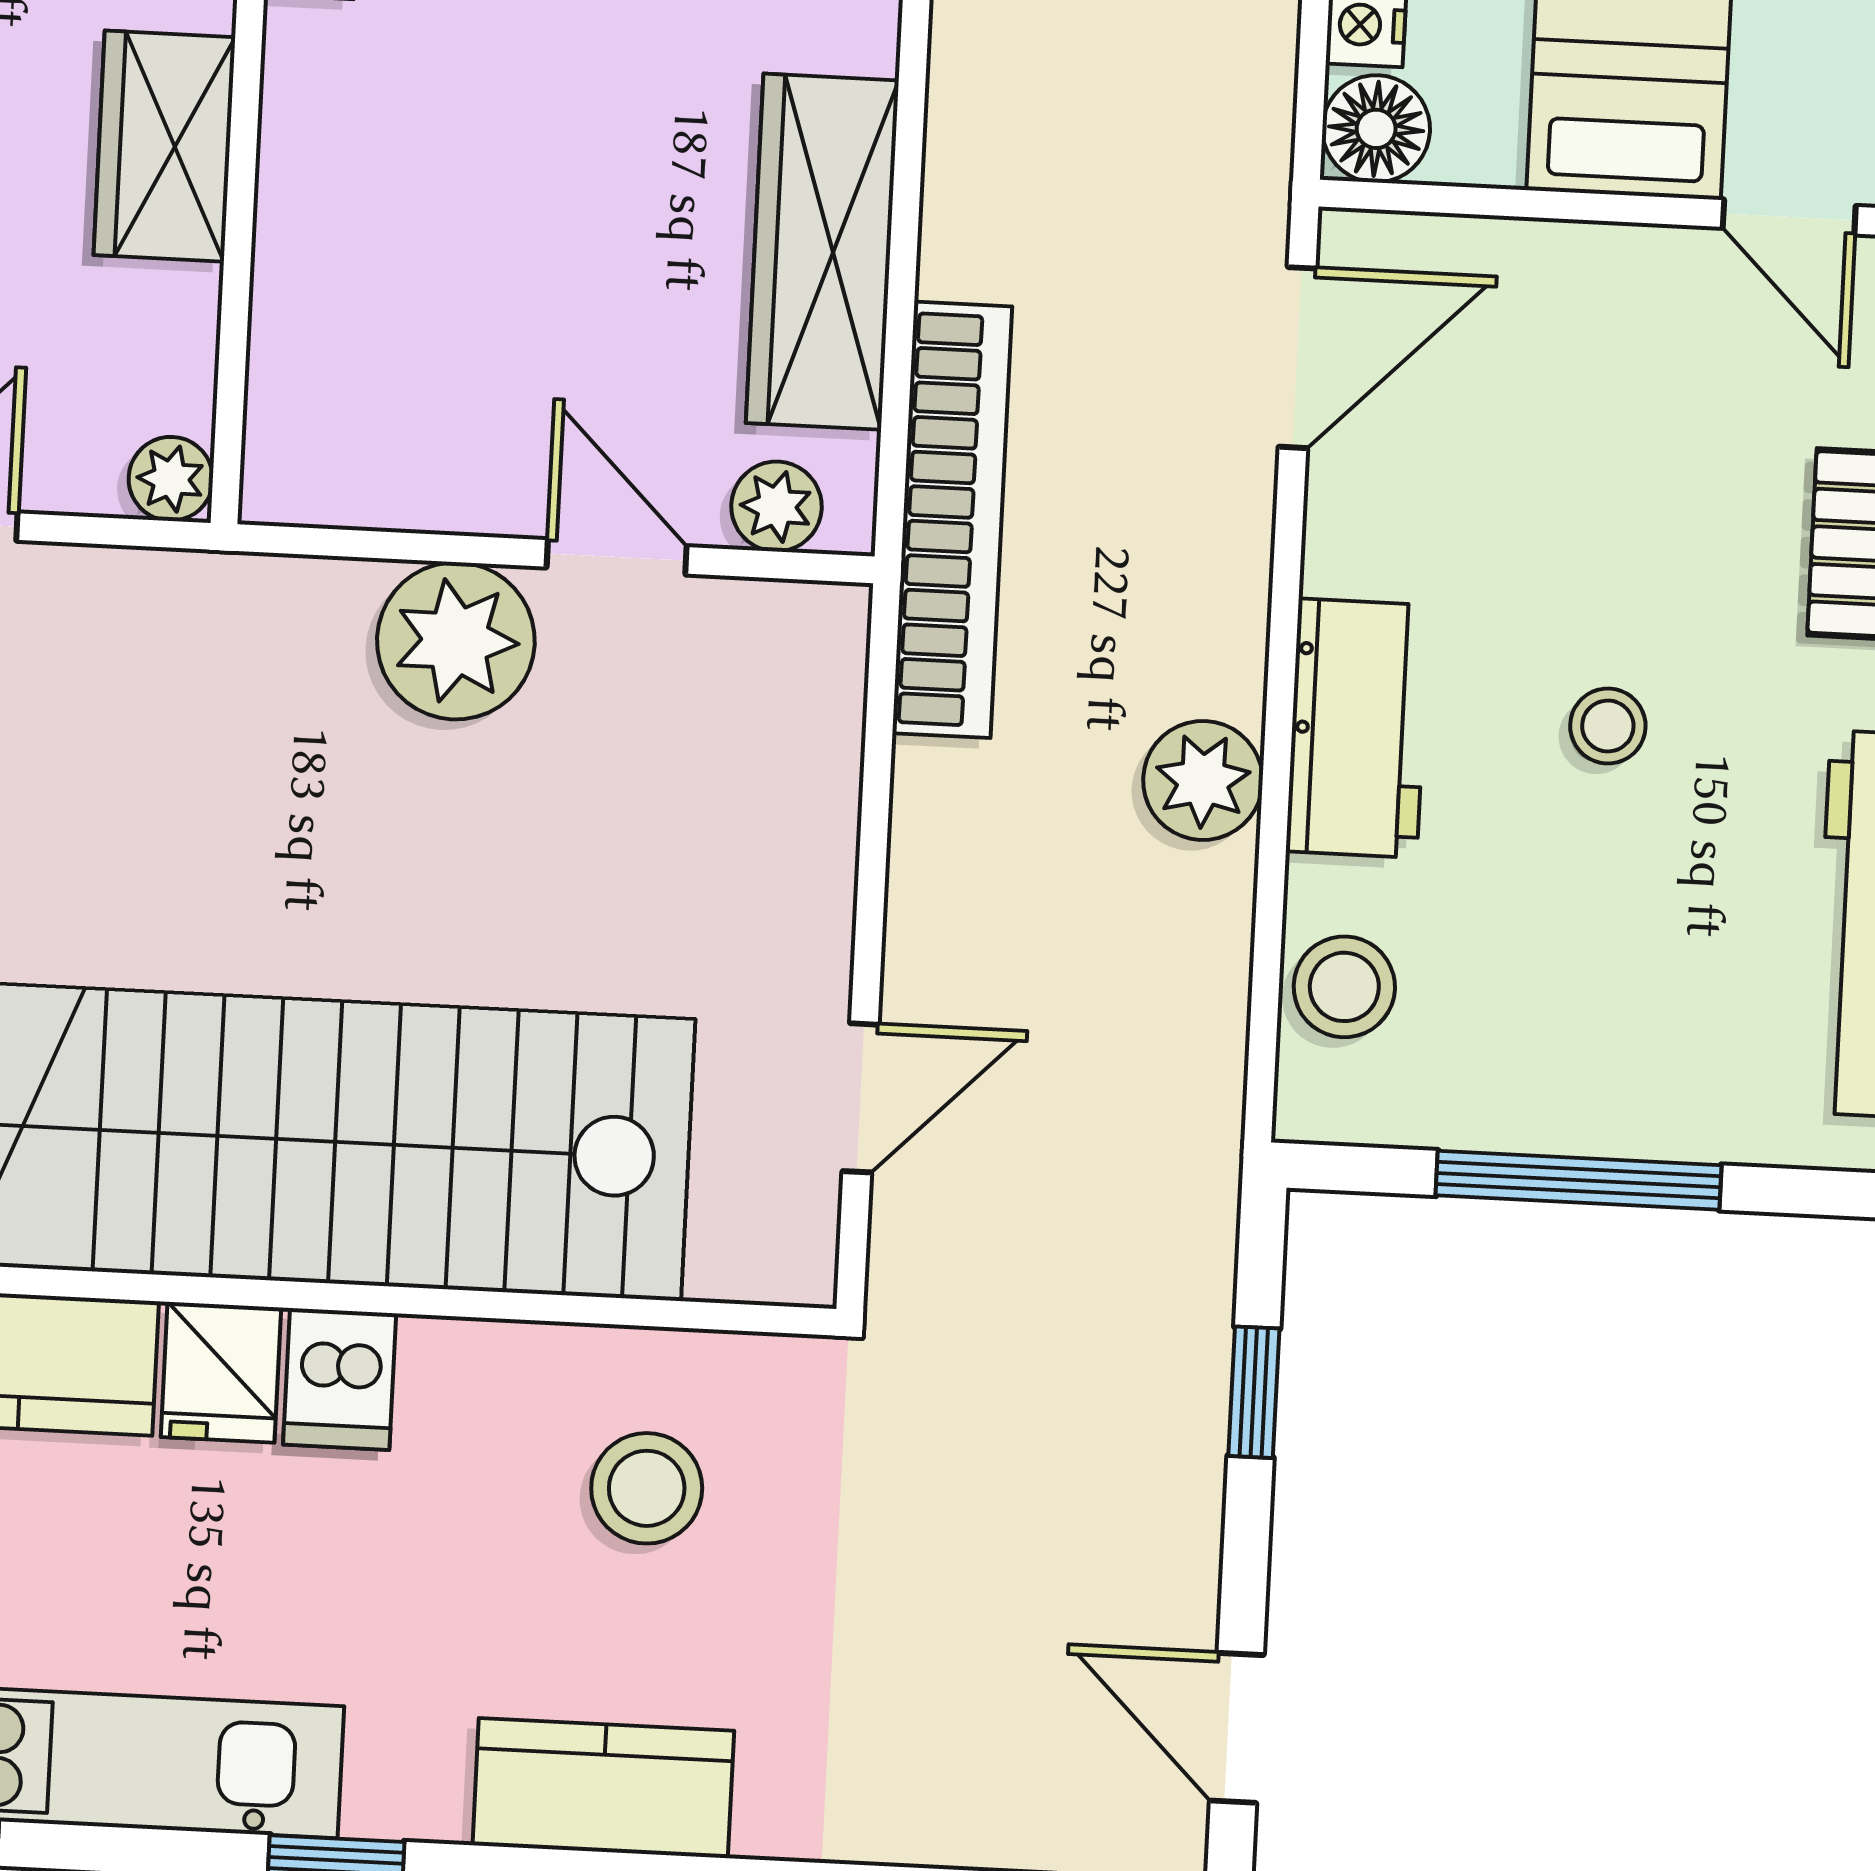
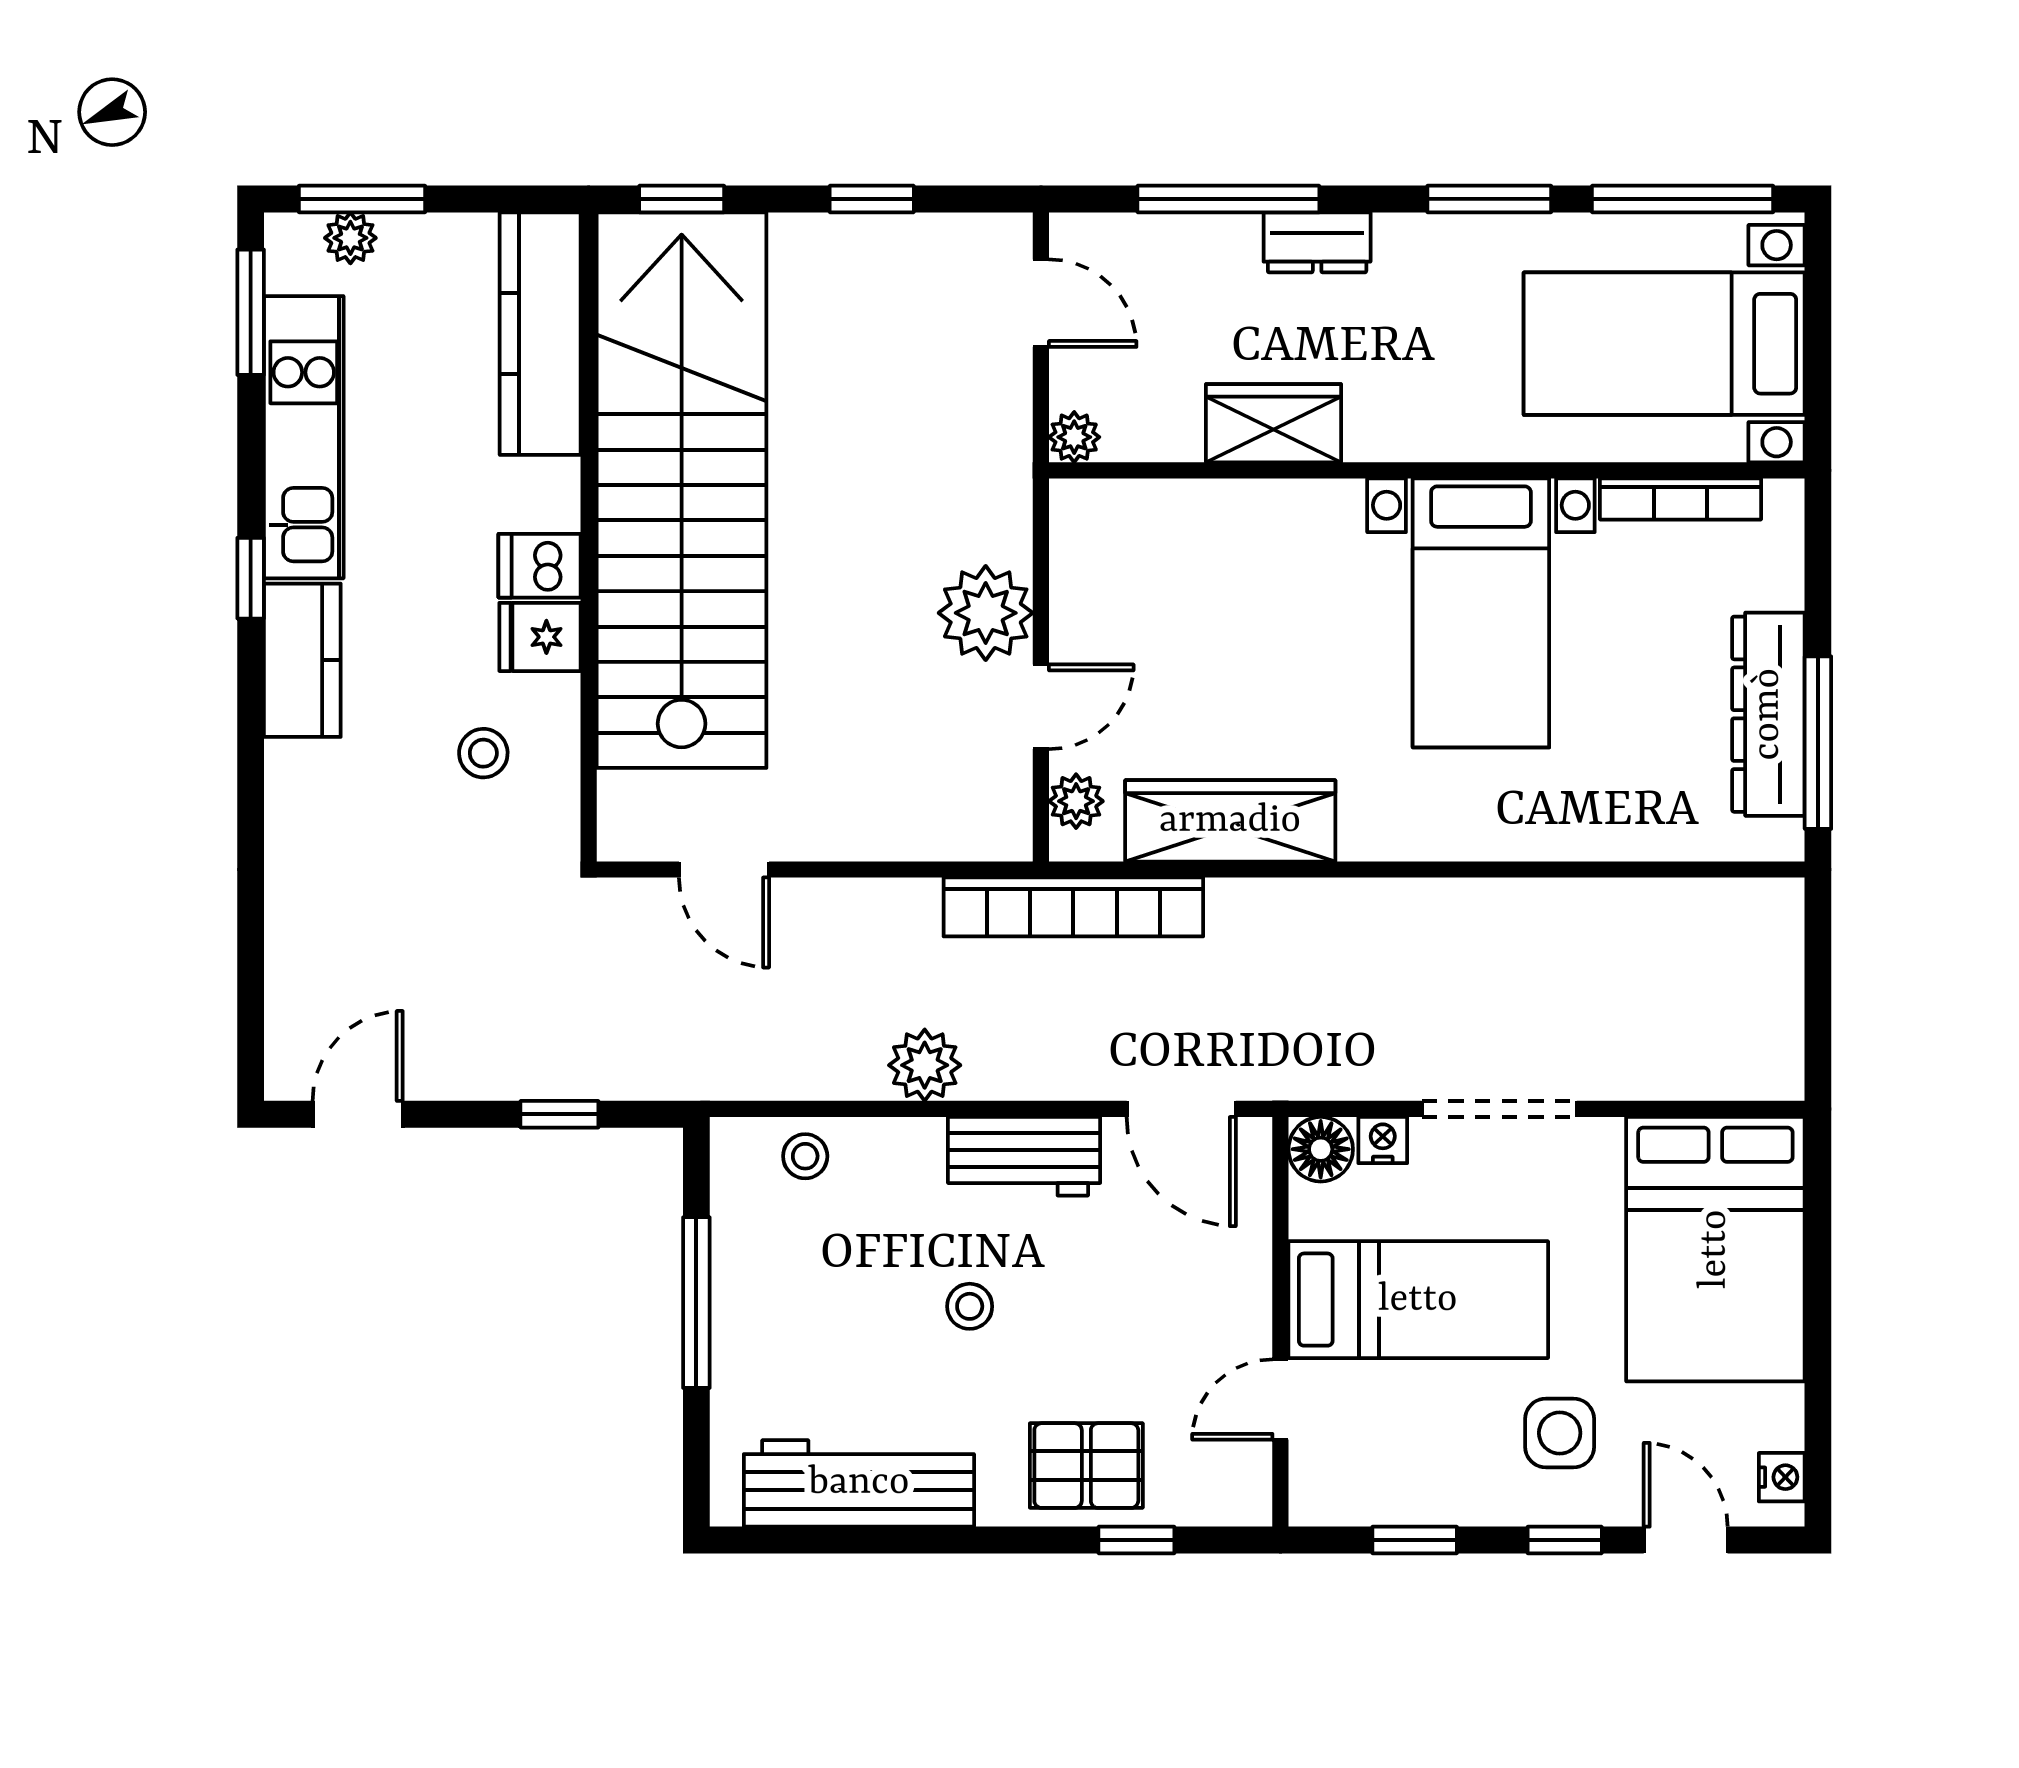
workbench: (1358, 728) -> (1024, 1156), moved
stool: (1344, 987) -> (805, 1156), width x0.73, depth x0.73
fridge: (221, 1372) -> (540, 637), moved
stool: (647, 1488) -> (483, 753), width x0.73, depth x0.73
kitchen counter: (603, 1788) -> (302, 660), moved

